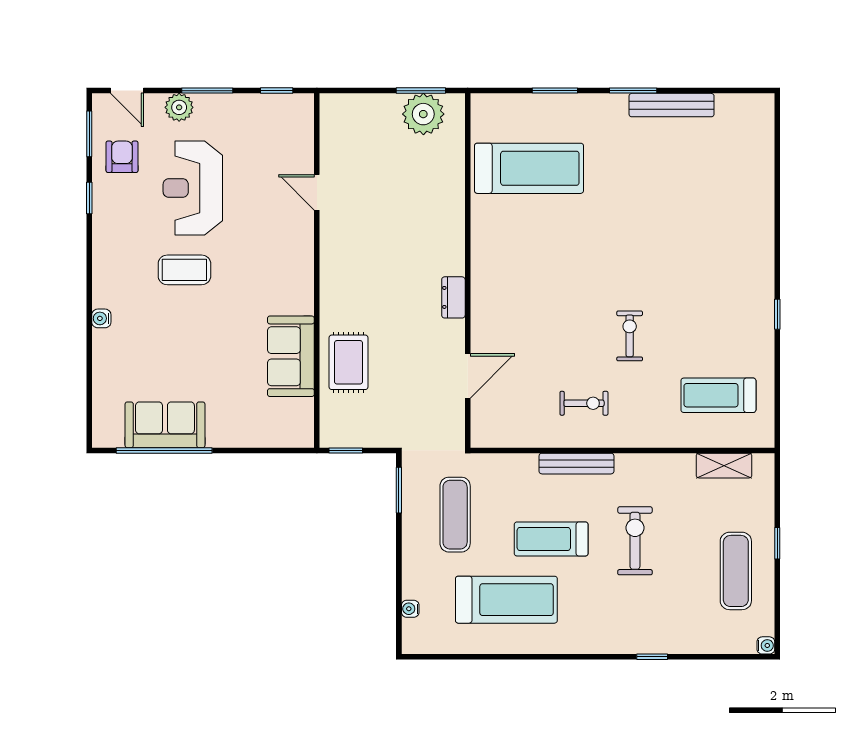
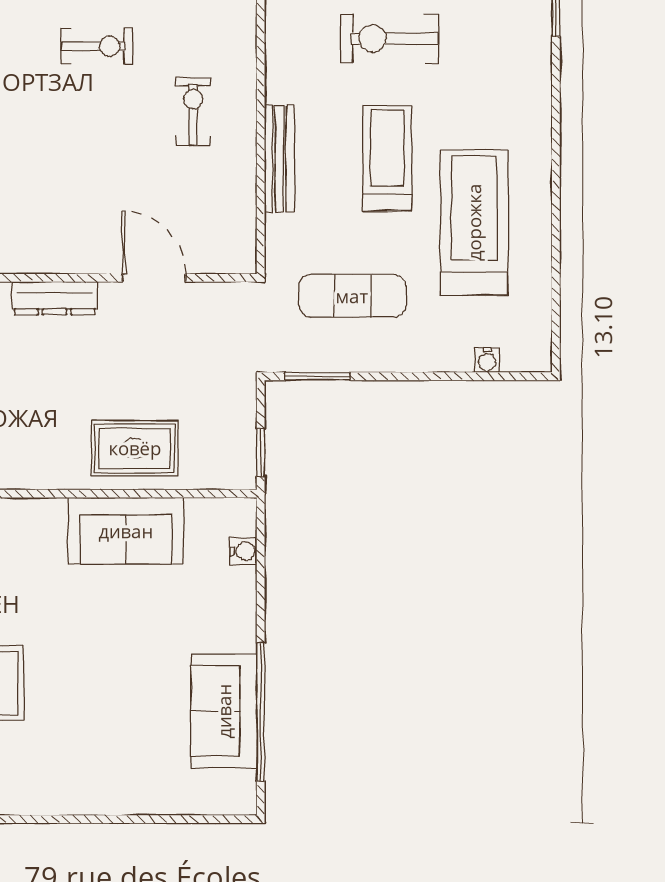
dresser: (453, 297) -> (55, 298), width x1.44
water cooler: (101, 318) -> (243, 551), moved, turned -90
exercise bike: (630, 336) -> (97, 46), turned 180
bench: (576, 464) -> (279, 159), moved
treadmill: (551, 539) -> (387, 158), turned 180

